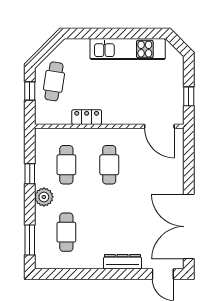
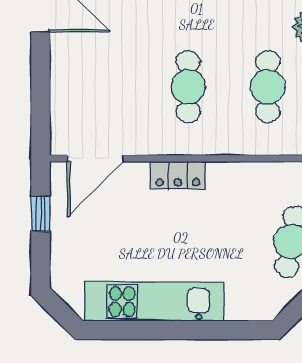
locker: (87, 117) -> (178, 175), moved
door: (159, 126) -> (95, 158), swing flipped

